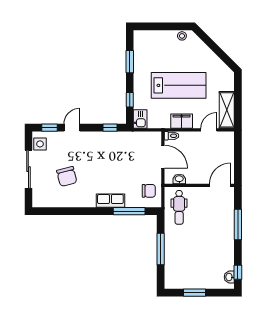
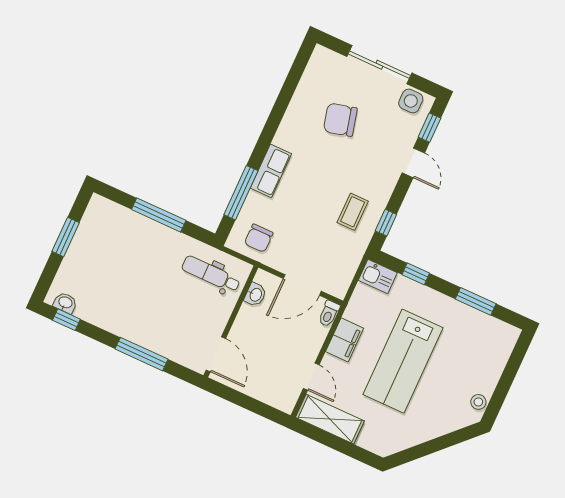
coffee table: (112, 148) -> (353, 212), added

